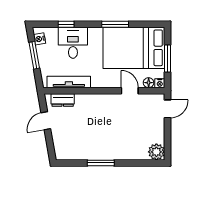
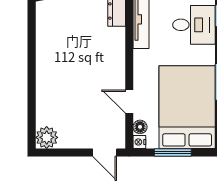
door: (130, 91) -> (129, 102), swing flipped
window: (101, 163) -> (32, 62), removed

